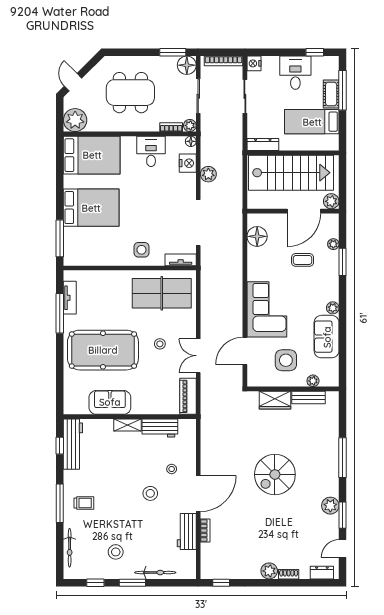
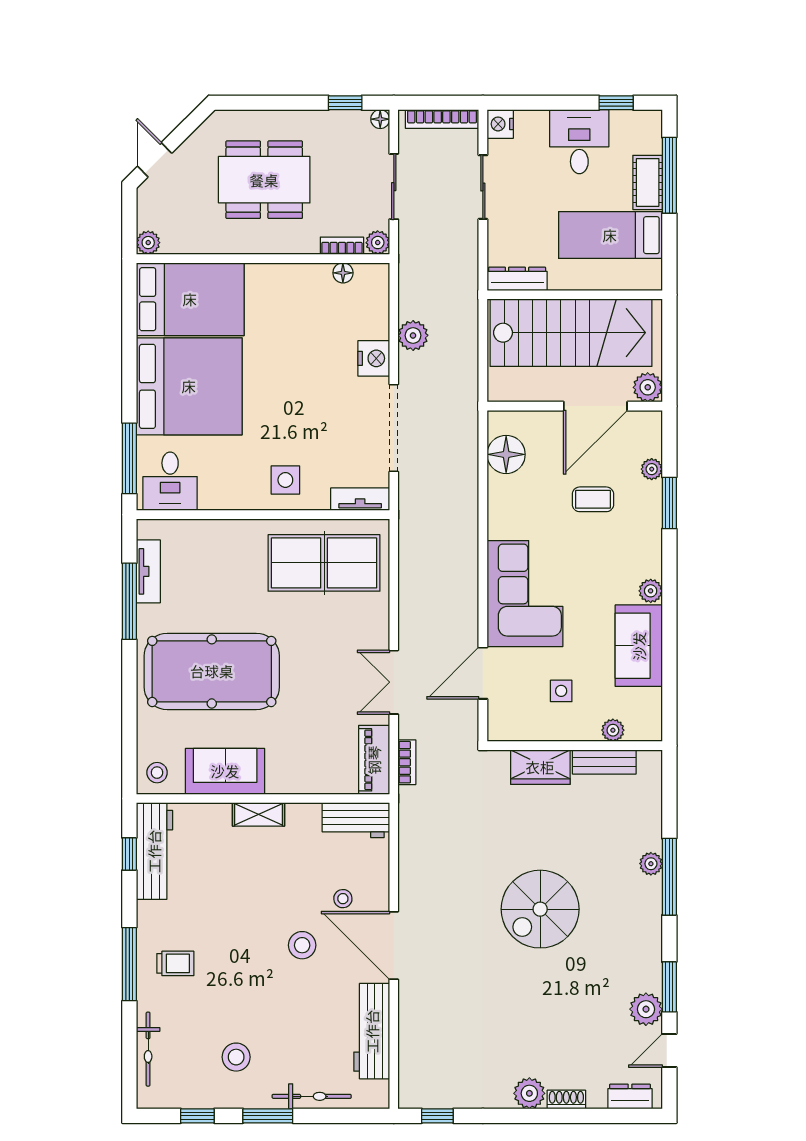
window: (173, 52) -> (345, 103), width x0.67
floor lamp: (187, 65) -> (380, 119), width x0.53, depth x0.53
plant: (75, 120) -> (148, 243), width x0.53, depth x0.53
floor lamp: (191, 141) -> (343, 273), moved
desk: (151, 151) -> (170, 481), moved, turned 180
nightstand: (188, 163) -> (374, 358), moved
bed: (91, 208) -> (189, 386), width x1.36
stool: (160, 344) -> (157, 773), moved
side table: (286, 360) -> (561, 691), width x0.54, depth x0.54
workbench: (160, 428) -> (356, 820), moved
plant: (333, 451) -> (651, 864), added
door: (198, 494) -> (394, 946), swing flipped
plant: (330, 506) -> (646, 1009), moved
bookcase: (205, 530) -> (407, 762), moved
workbench: (187, 532) -> (372, 1031), width x1.38

